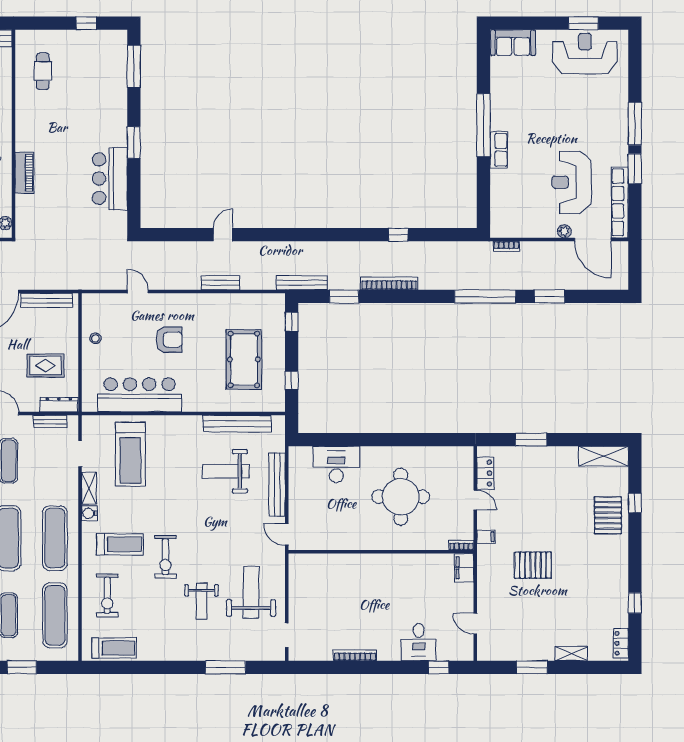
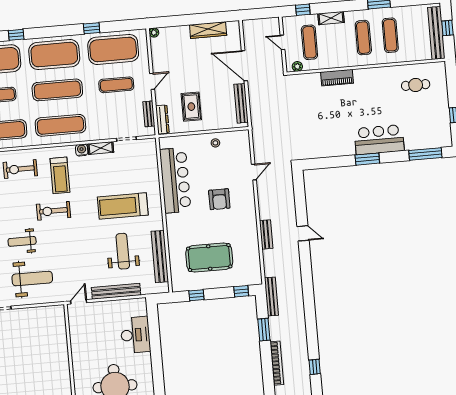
bar counter: (110, 179) -> (379, 140), moved
treadmill: (130, 454) -> (123, 206), moved

